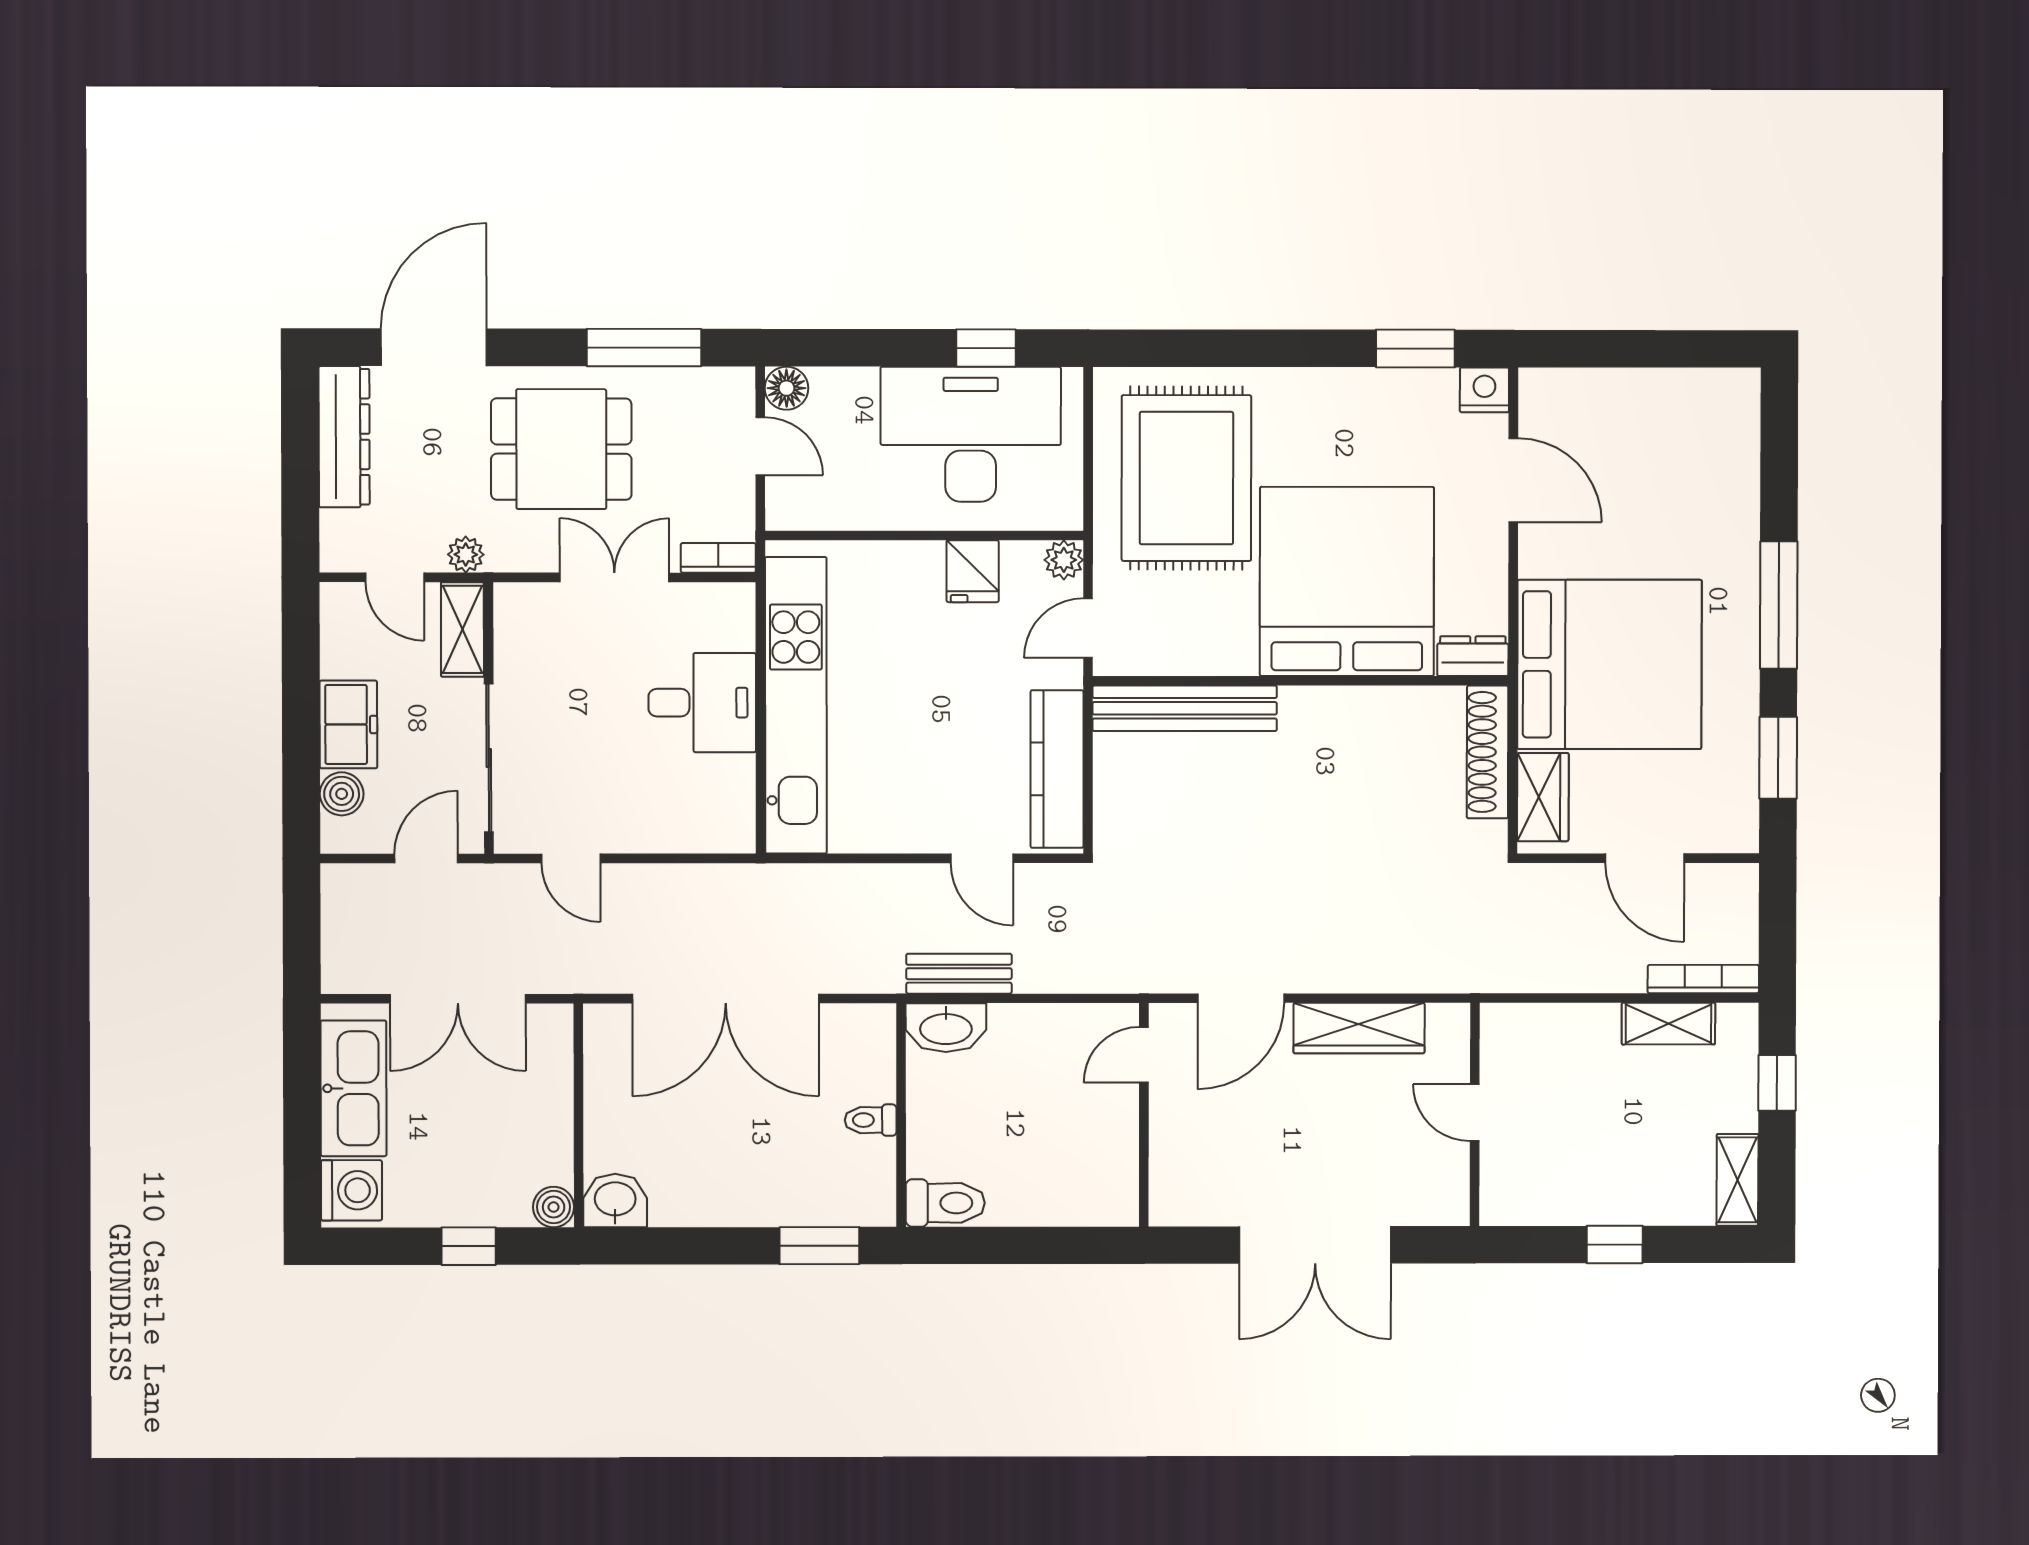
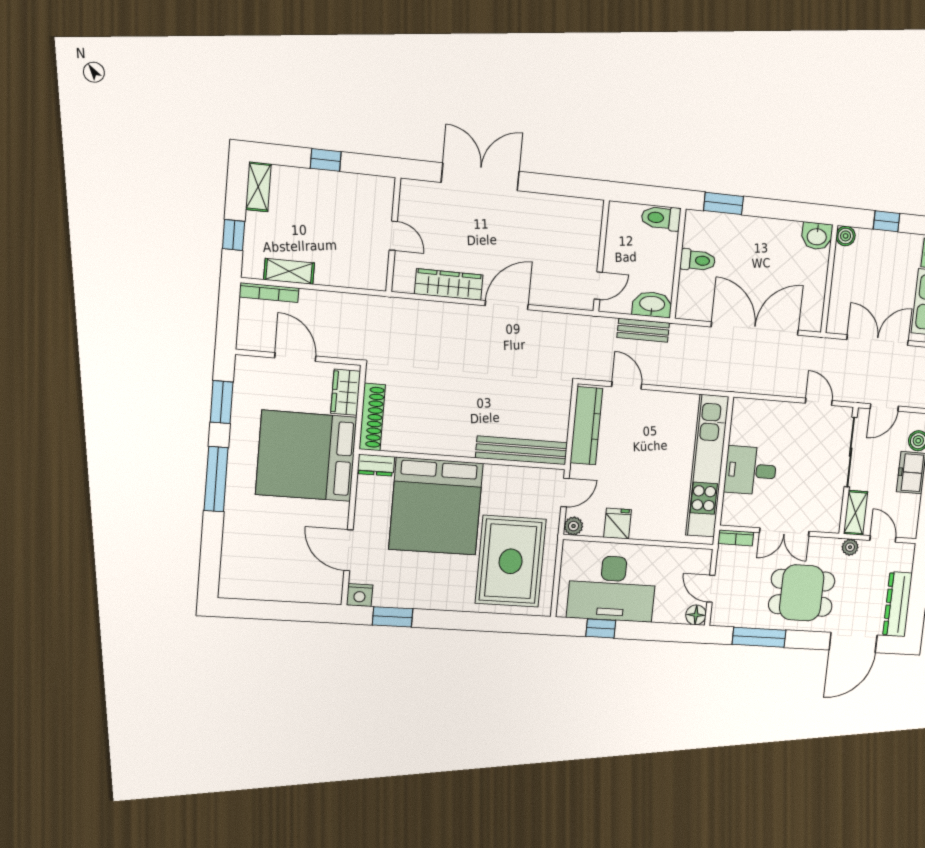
door: (1144, 1055) -> (598, 286), moved
wall: (1144, 1115) -> (601, 256), moved
toilet: (871, 1120) -> (698, 260), width x1.37, depth x1.39

